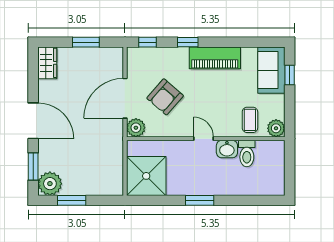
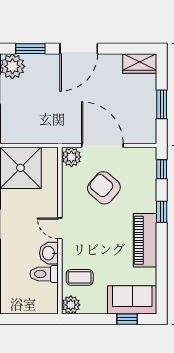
door: (204, 139) -> (60, 228), swing flipped

